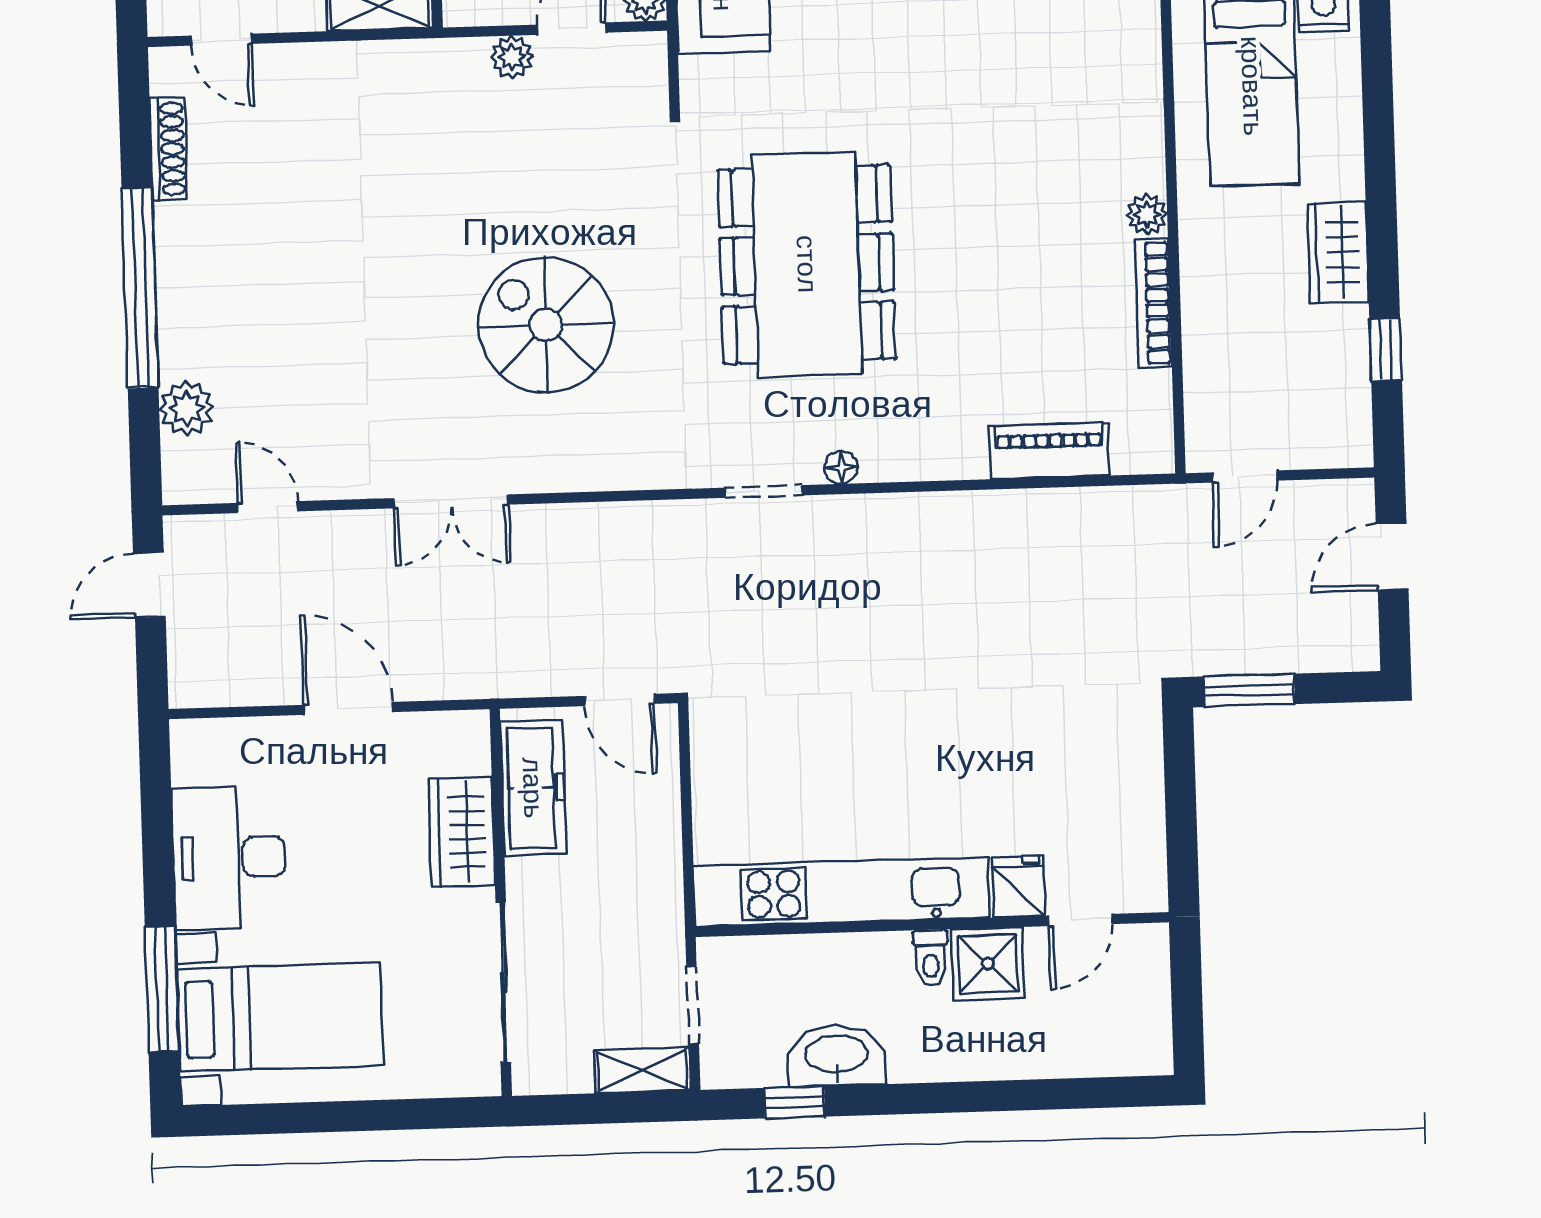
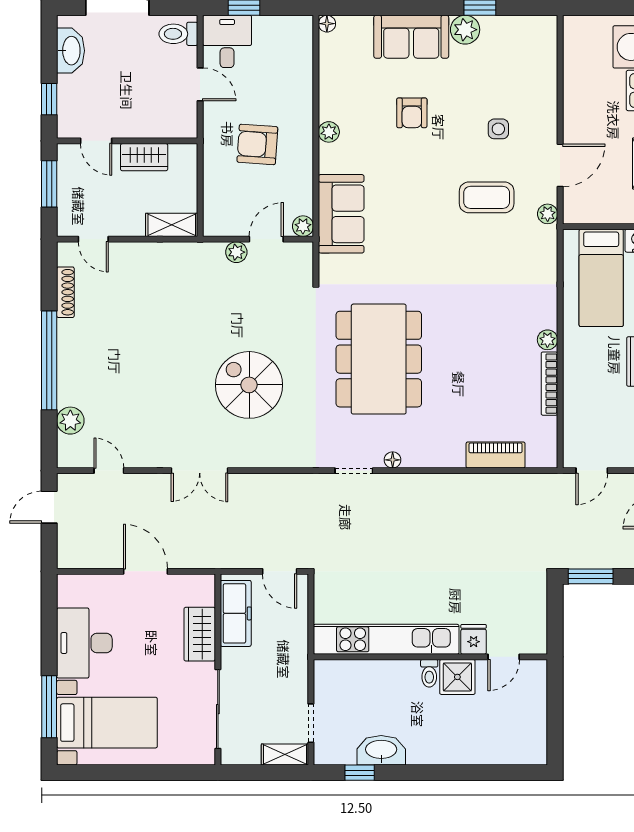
fridge: (1018, 886) -> (474, 639), moved
kitchen unit: (842, 892) -> (386, 639), moved
door: (1080, 920) -> (504, 657), moved
wall: (932, 925) -> (430, 657), moved
toilet: (931, 958) -> (429, 673), moved
shower: (988, 964) -> (457, 677), moved

